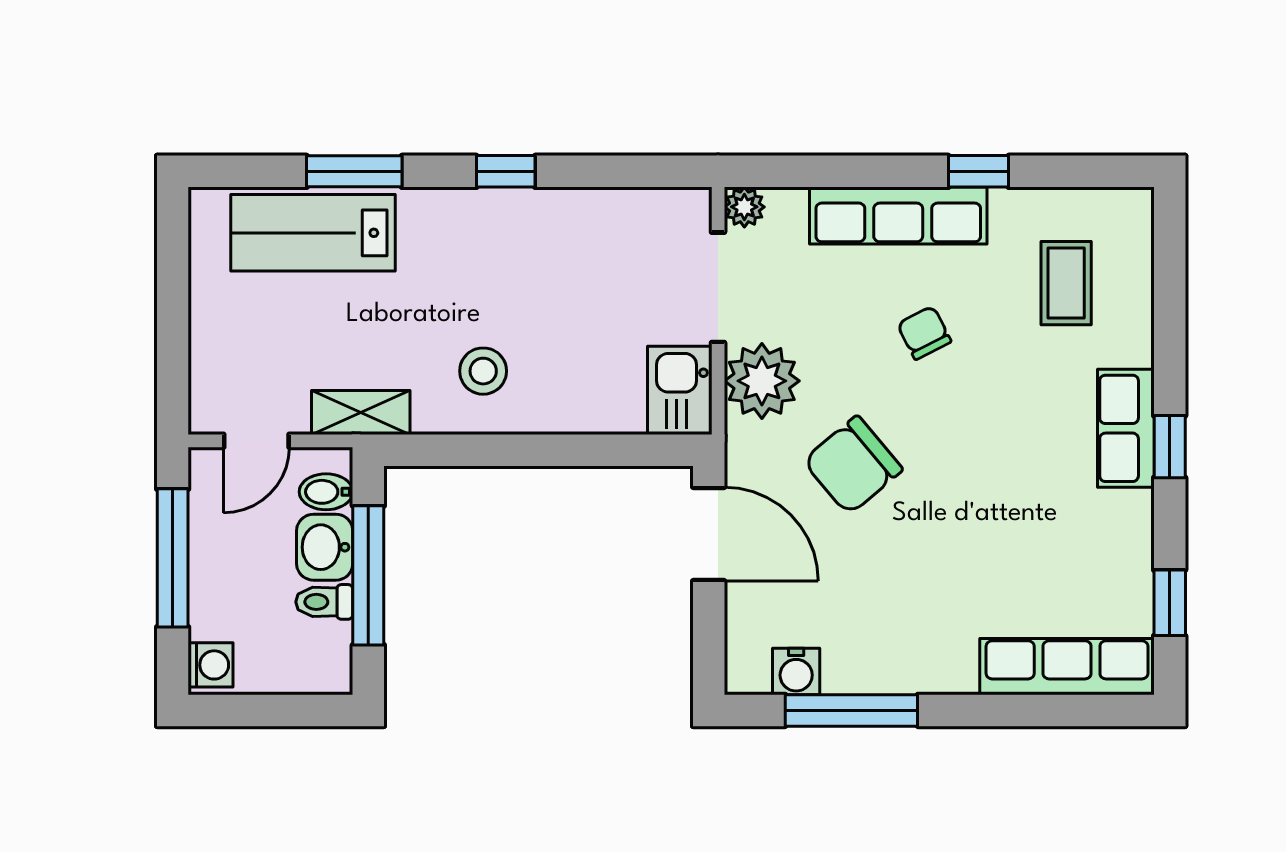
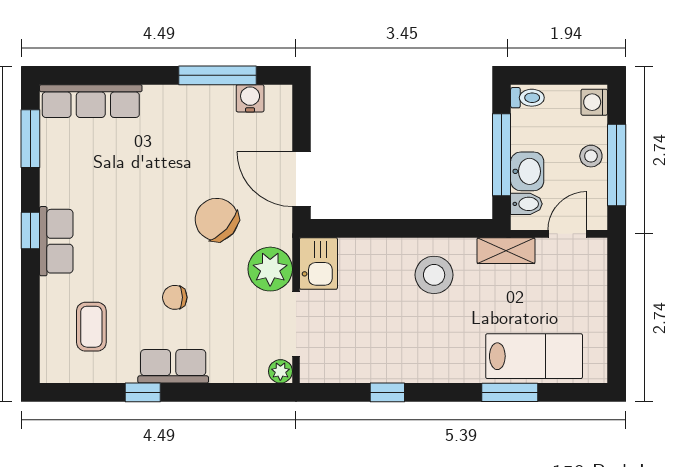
window: (506, 171) -> (387, 392), moved
row of seats: (898, 216) -> (173, 366), width x0.68
chair: (924, 333) -> (175, 297), turned 117
stool: (483, 371) -> (434, 275), width x1.38, depth x1.38
chair: (853, 465) -> (217, 220), turned -98
stool: (216, 573) -> (591, 156), added
toilet: (324, 602) -> (527, 98), moved
window: (1170, 603) -> (30, 139), width x1.50

